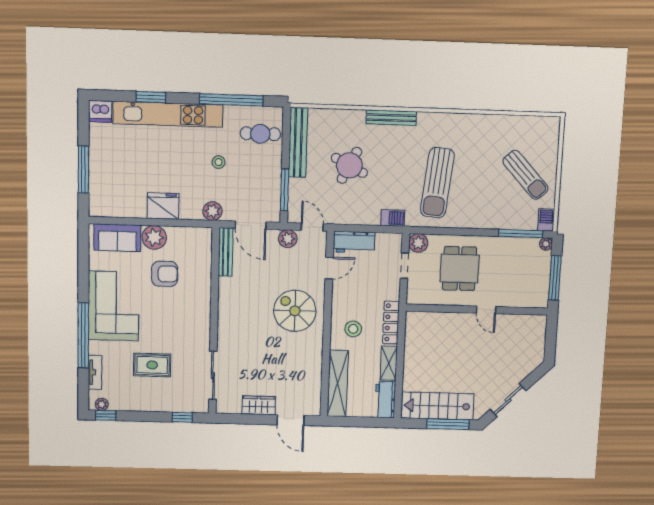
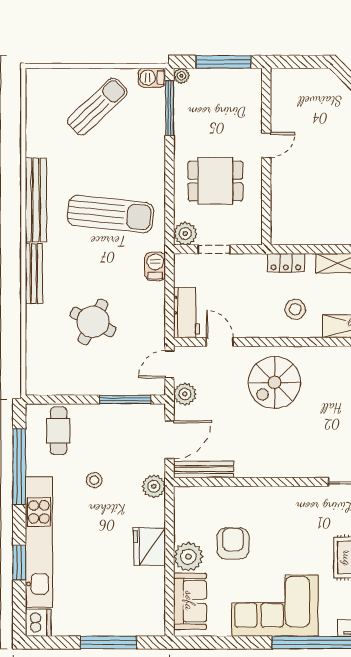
bench: (298, 142) -> (36, 200), moved, turned 90
locker: (391, 323) -> (286, 263), width x0.66

